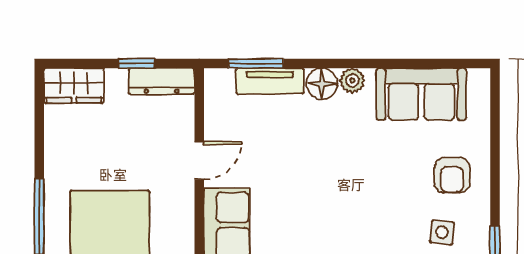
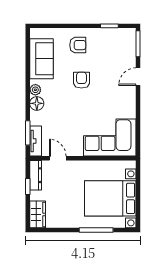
tv unit: (270, 81) -> (36, 141), moved
door: (199, 161) -> (58, 158), moved
armchair: (374, 184) -> (81, 80), added
side table: (442, 232) -> (103, 50), removed

